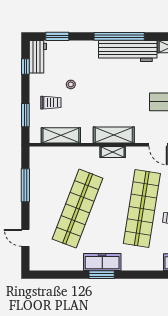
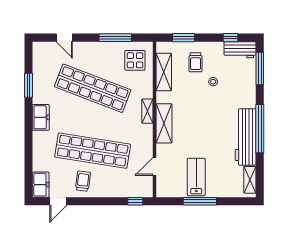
window: (57, 36) -> (260, 69), width x1.44
shelving: (113, 152) -> (147, 111), moved
display table: (49, 165) -> (135, 60), added
door: (25, 238) -> (64, 38), swing flipped
freezer: (102, 262) -> (41, 117), width x0.71
window: (102, 275) -> (28, 85), moved

